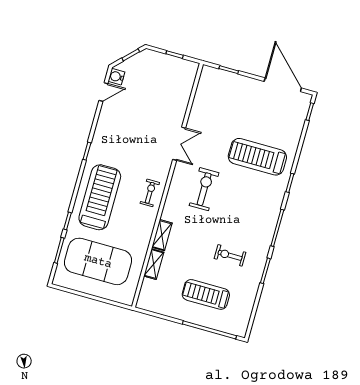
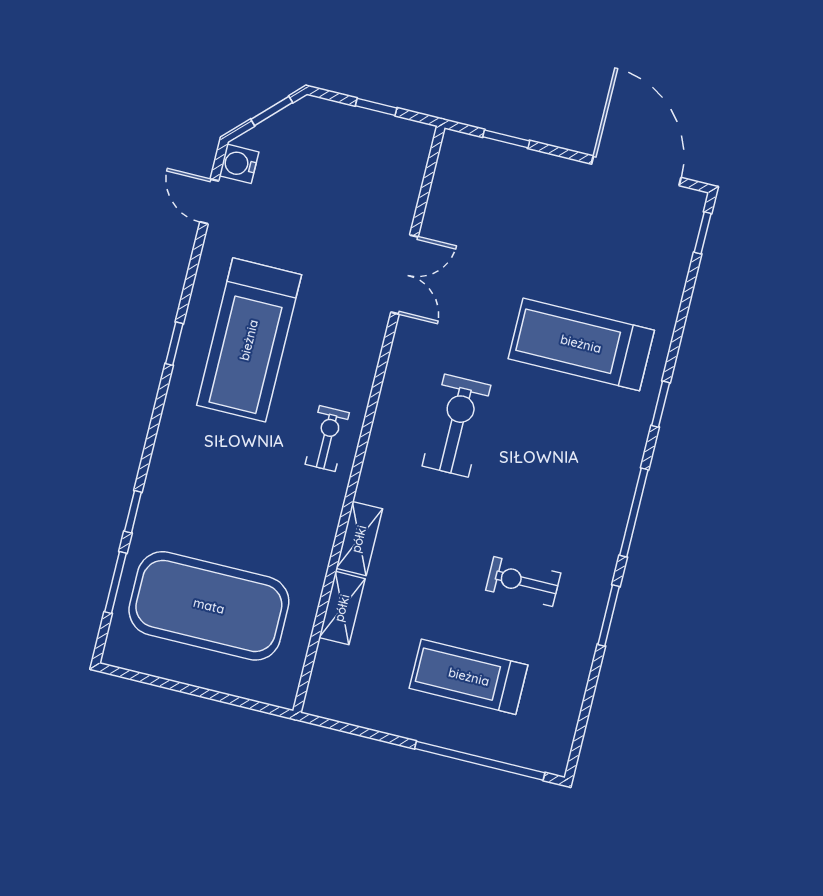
door: (103, 92) -> (209, 201), swing flipped
double door: (179, 144) -> (404, 274), moved
treadmill: (100, 197) -> (249, 340), moved, turned 180

